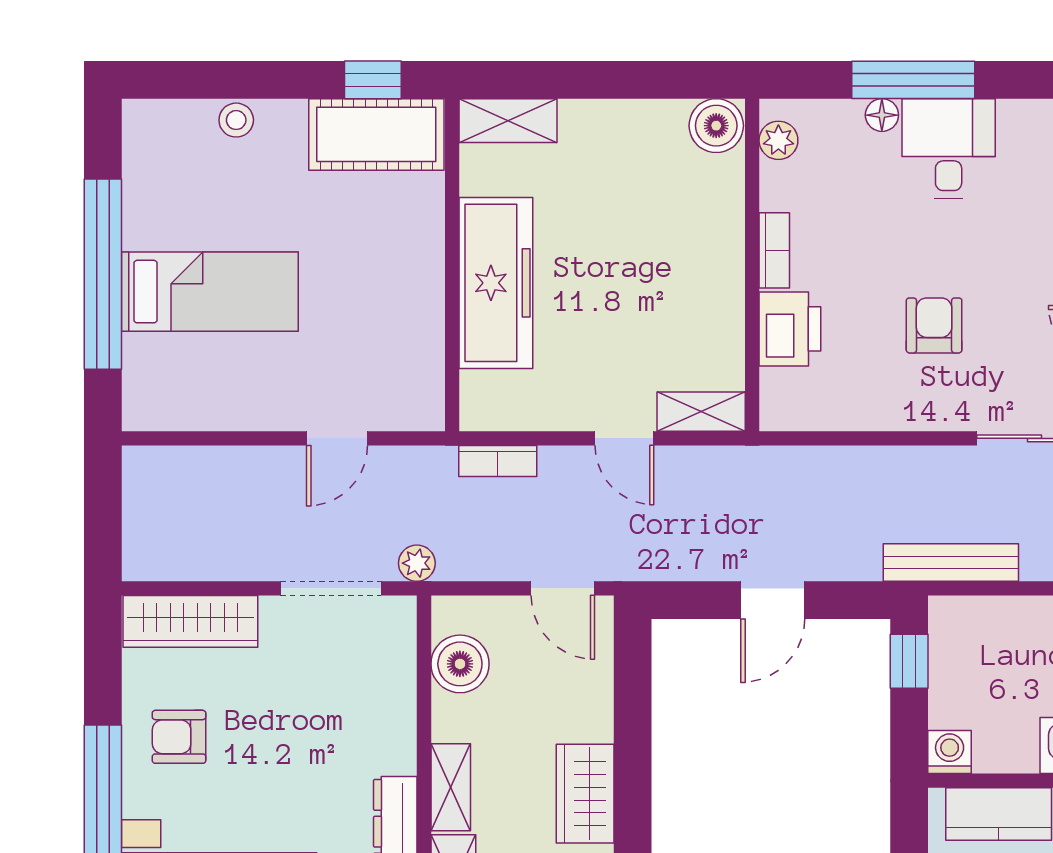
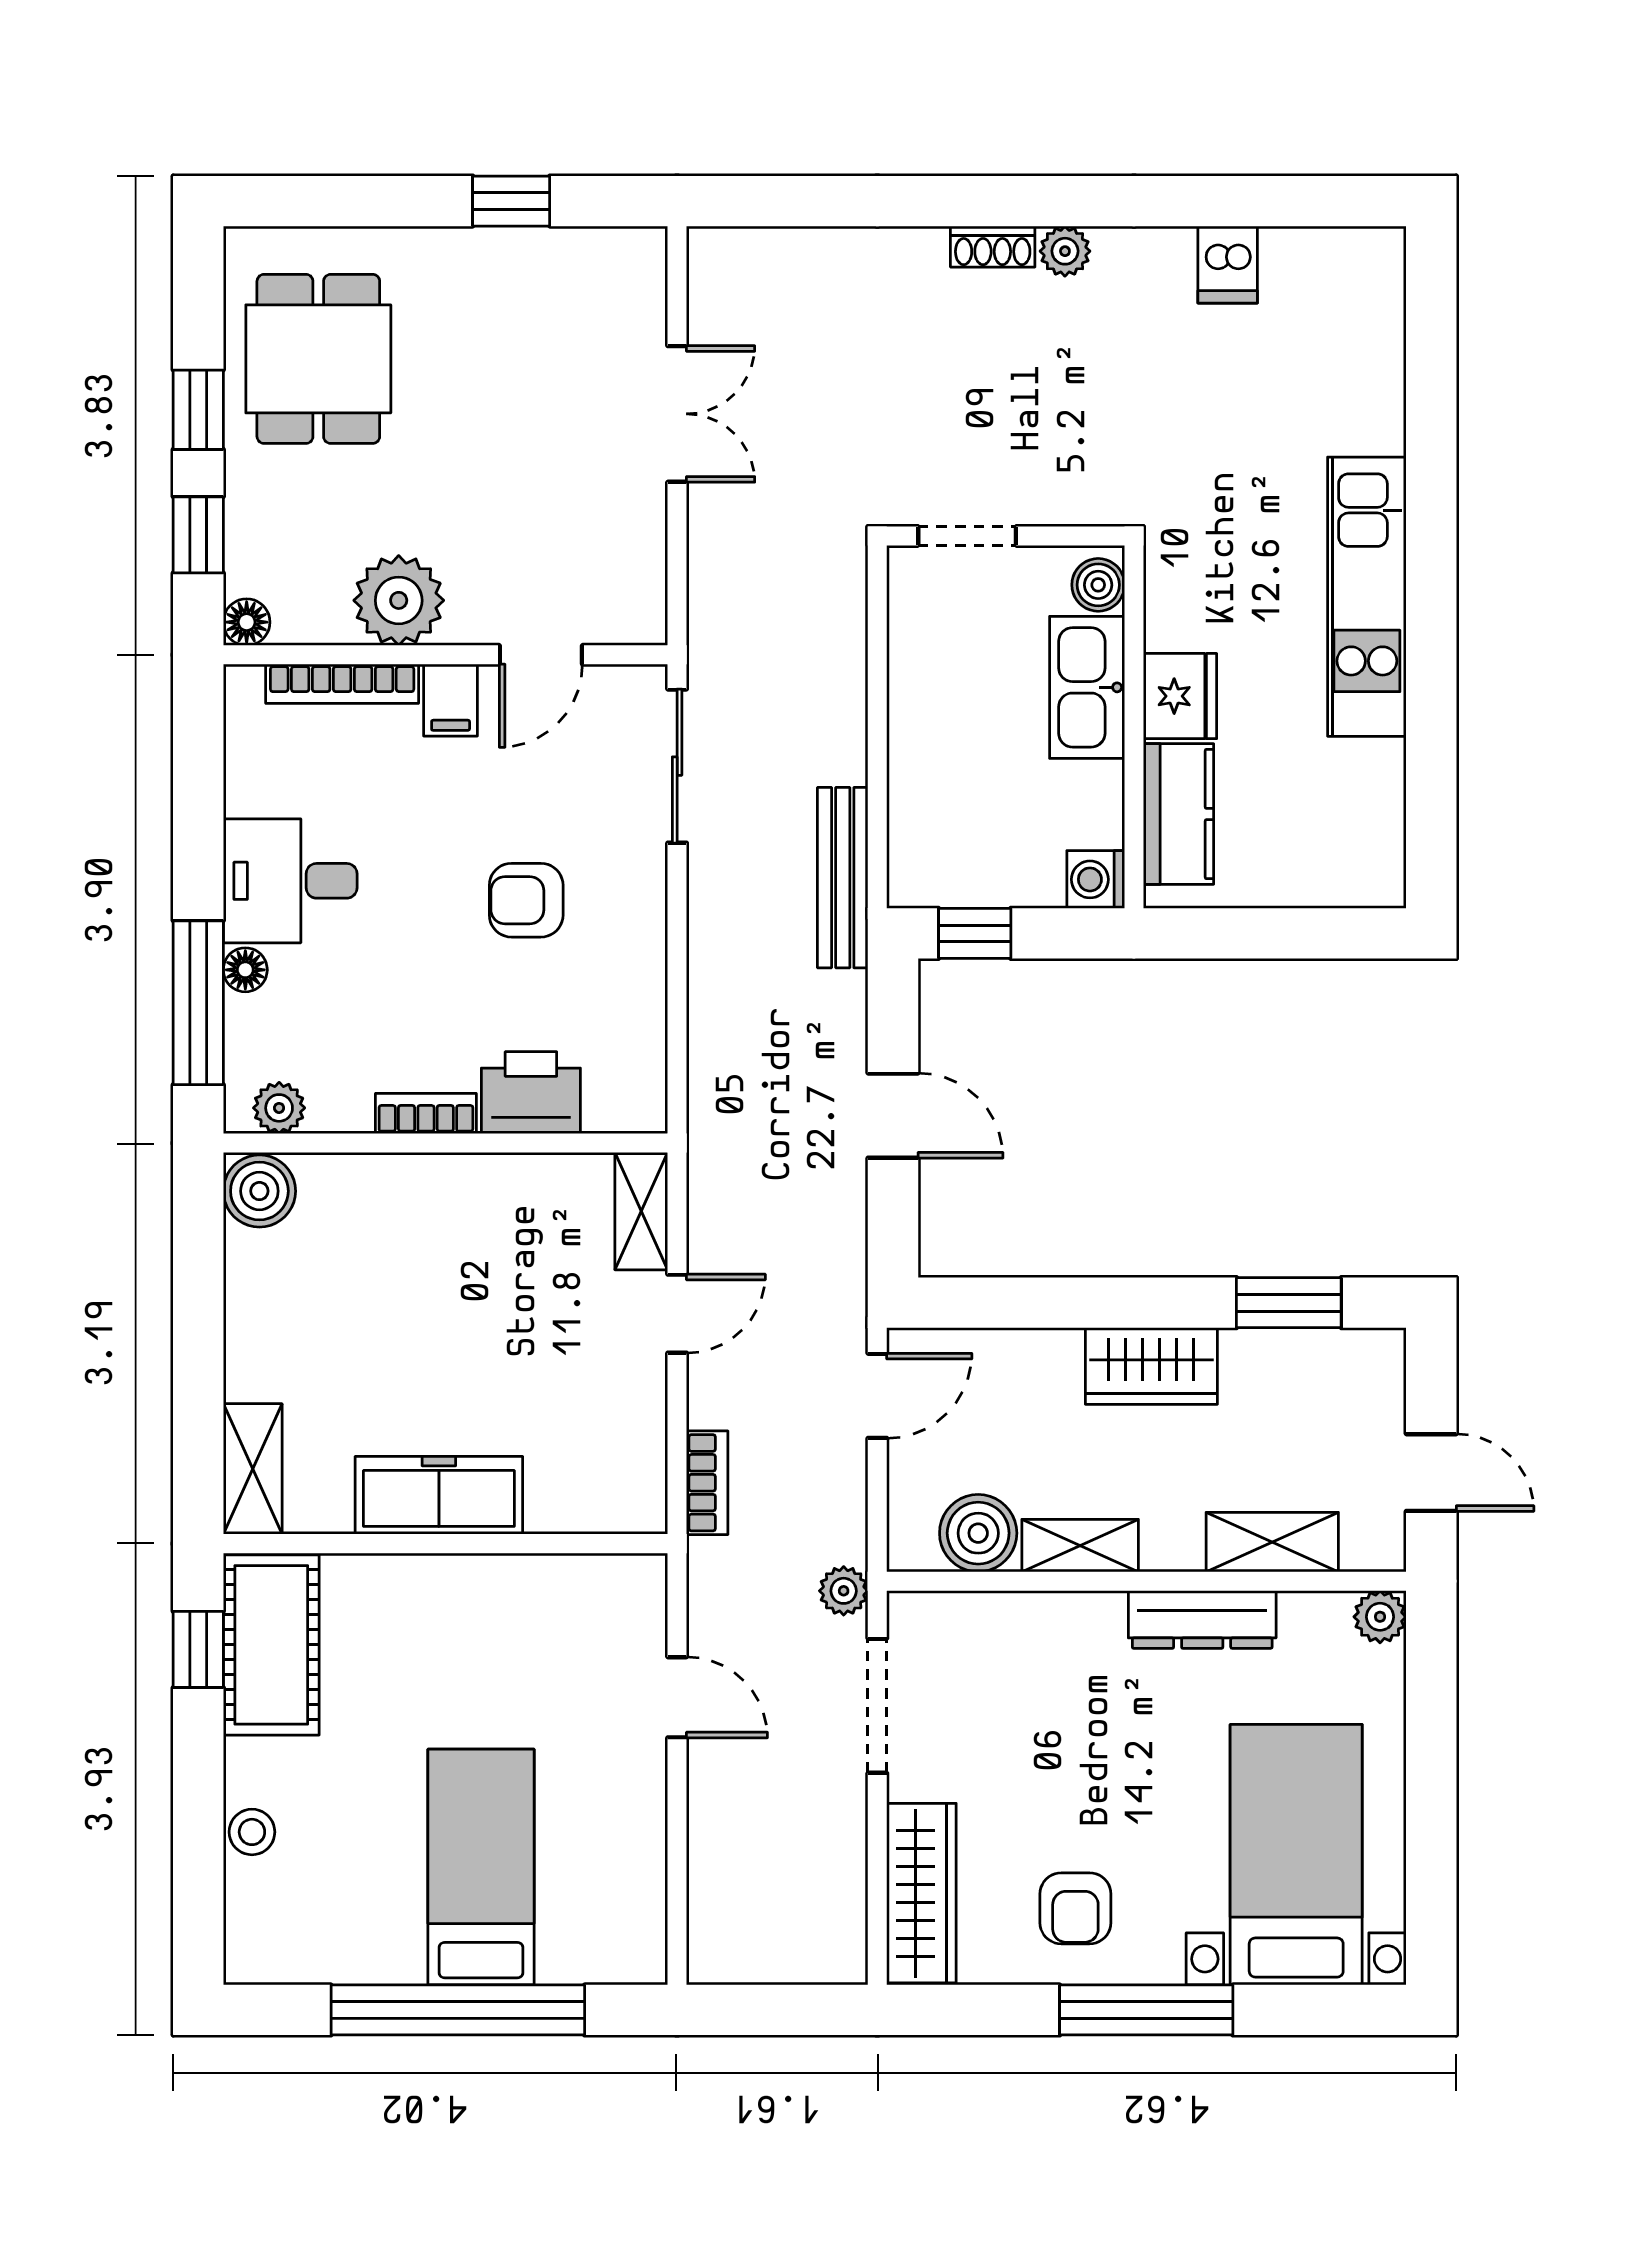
window: (913, 80) -> (198, 1003), moved
freezer: (496, 283) -> (439, 1495), width x0.73, depth x0.79
shelving: (451, 787) -> (1080, 1546), moved

